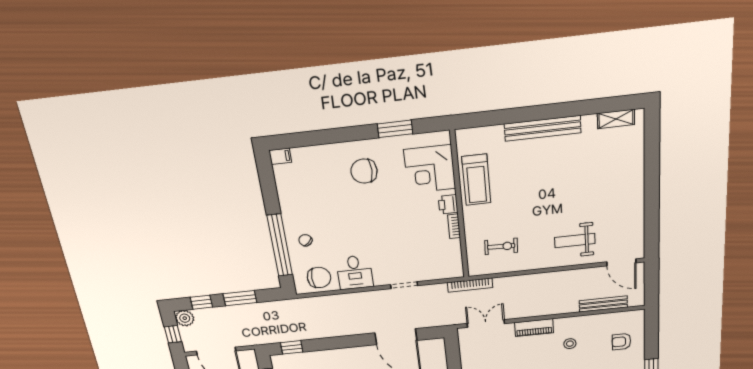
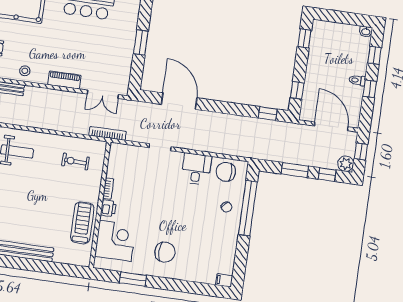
stool: (570, 344) -> (25, 71), moved

